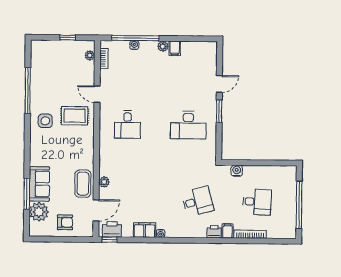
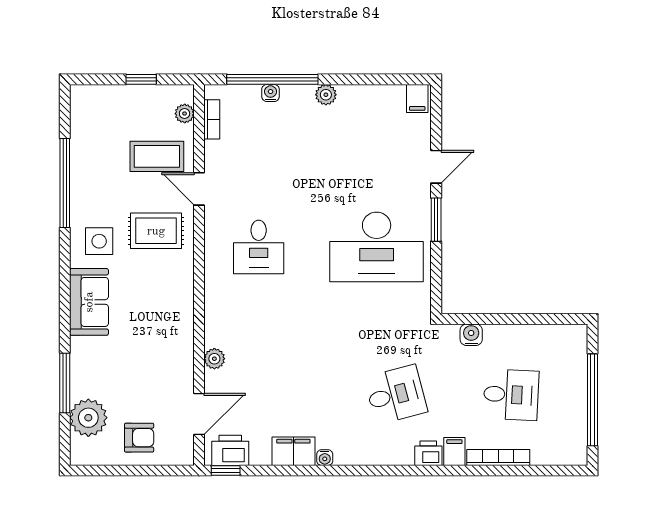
filing cabinet: (175, 48) -> (417, 99), moved
desk: (188, 125) -> (377, 247), width x1.36, depth x1.30
sofa: (39, 184) -> (89, 302), moved
coffee table: (83, 184) -> (157, 156), moved, turned 90

